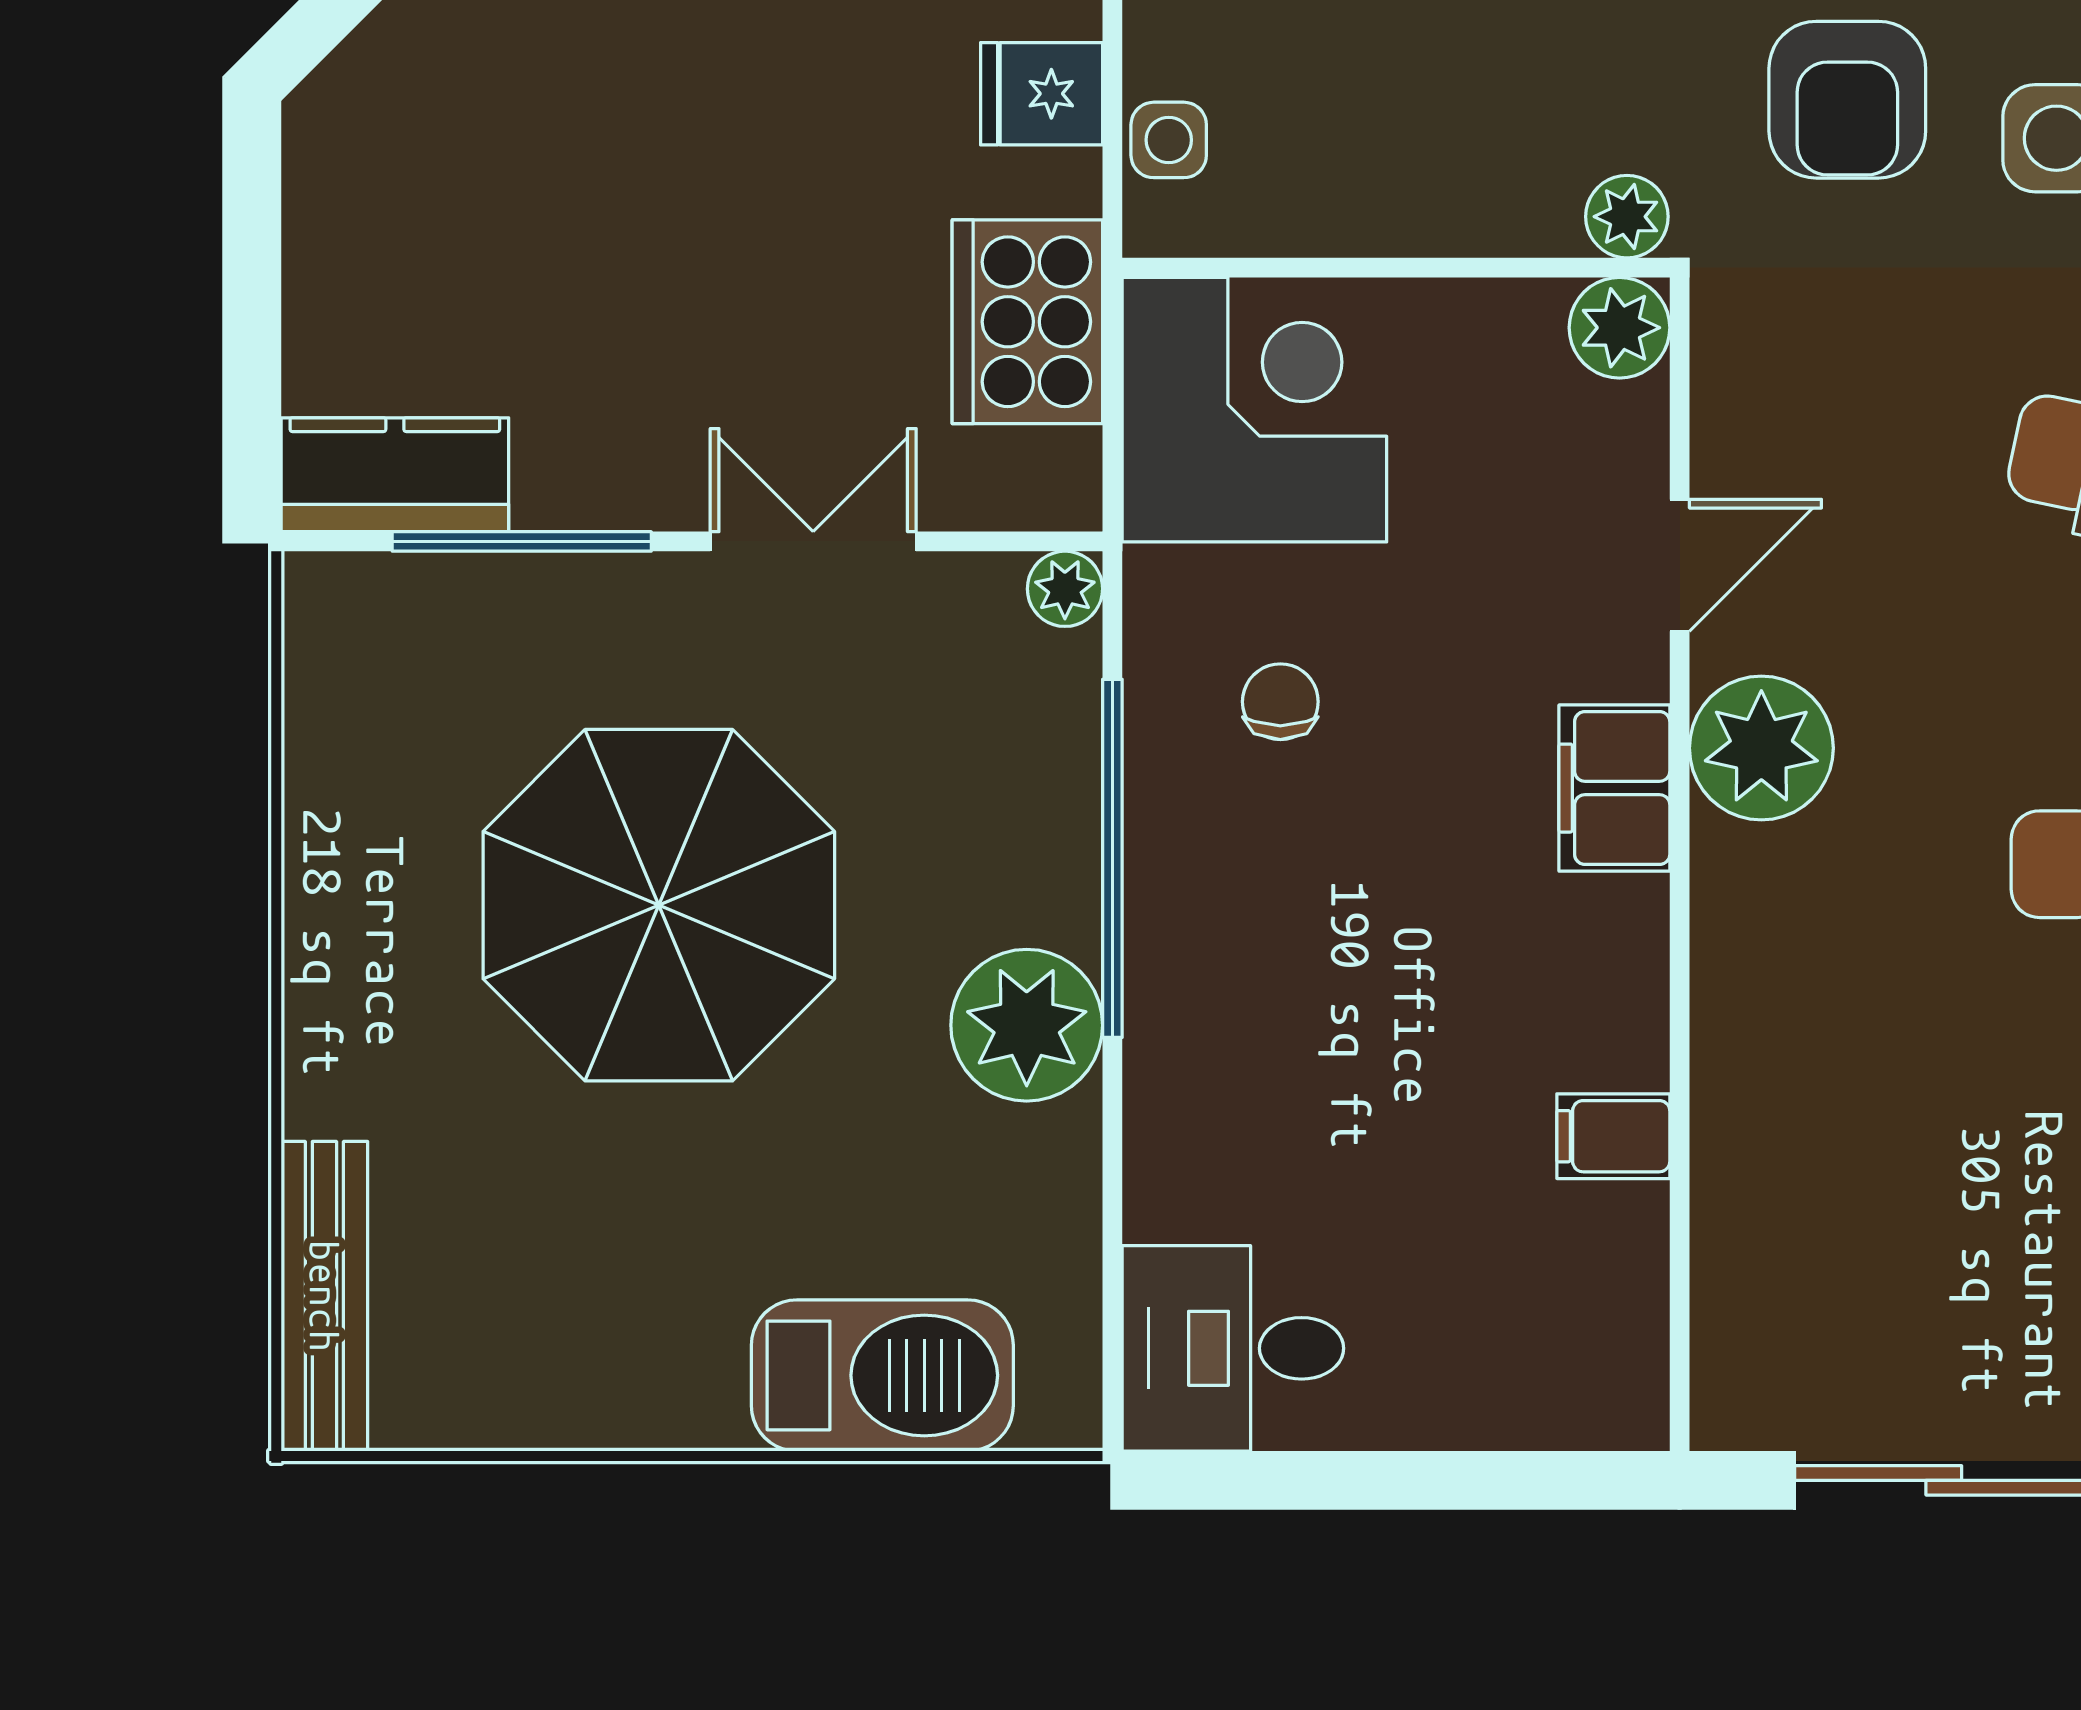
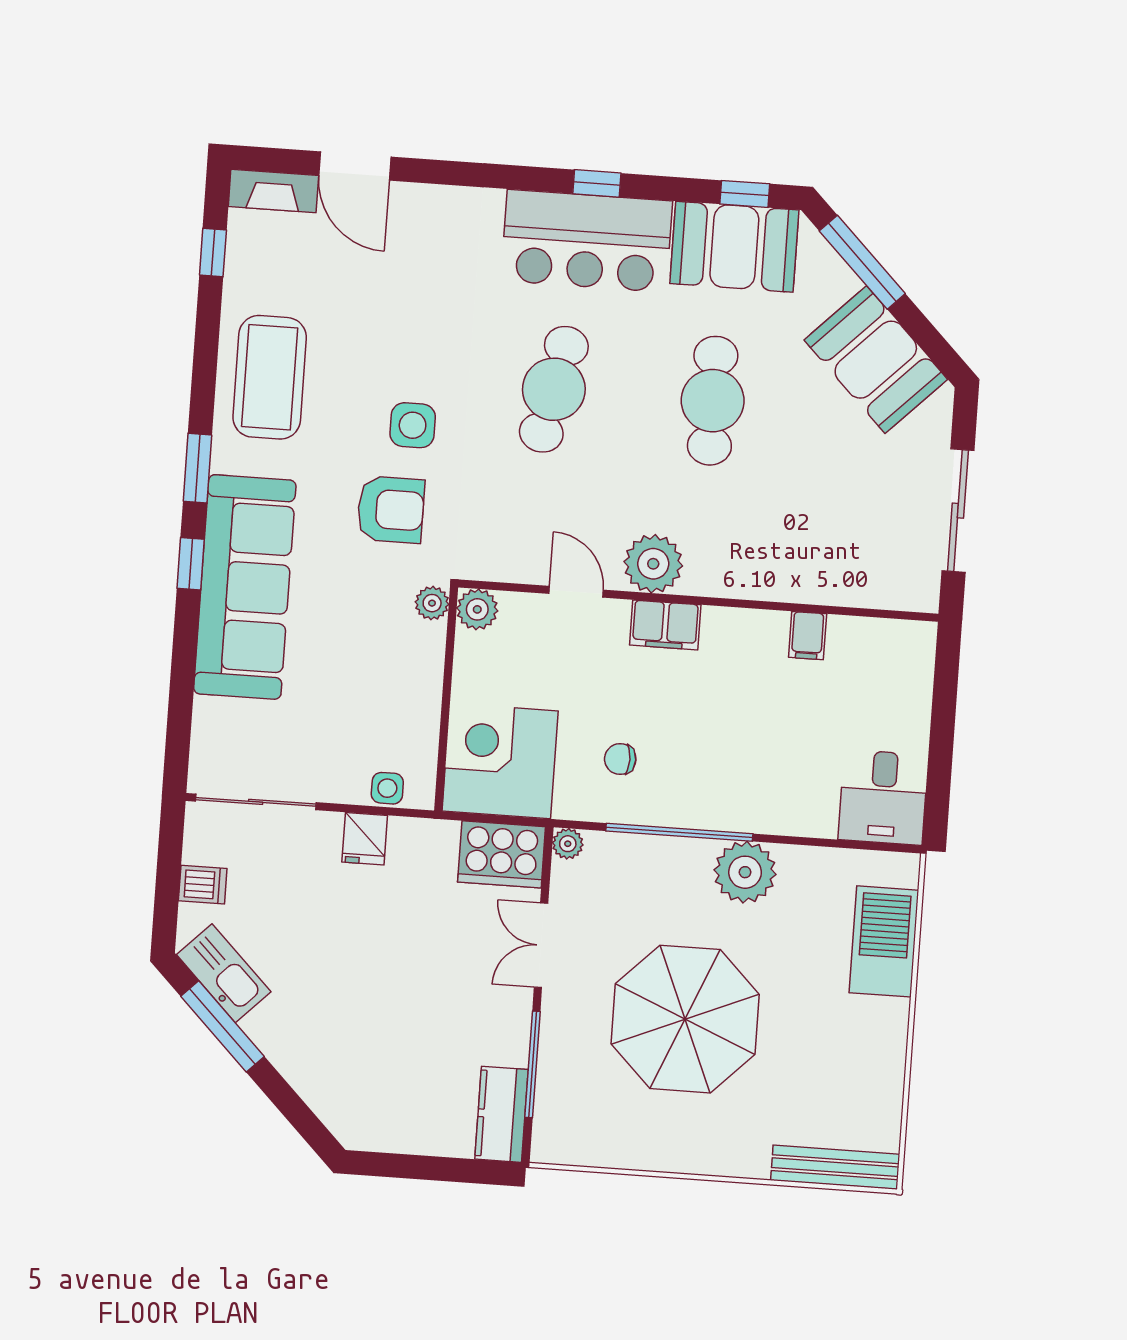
cooker: (1027, 322) -> (502, 854), moved

